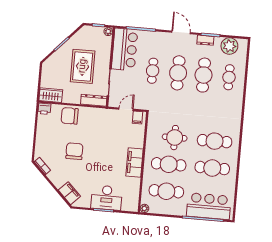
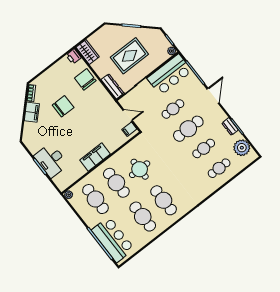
door: (181, 32) -> (213, 96), moved
cafe table: (204, 75) -> (204, 148), width x0.73, depth x0.74
filing cabinet: (69, 193) -> (32, 112), moved

